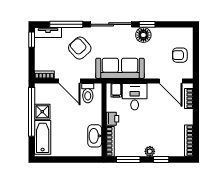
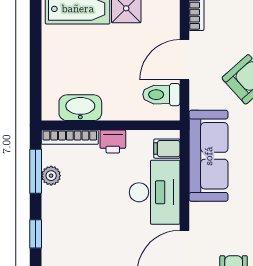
desk: (135, 97) -> (155, 192), width x1.37
plant: (150, 151) -> (51, 176), moved

